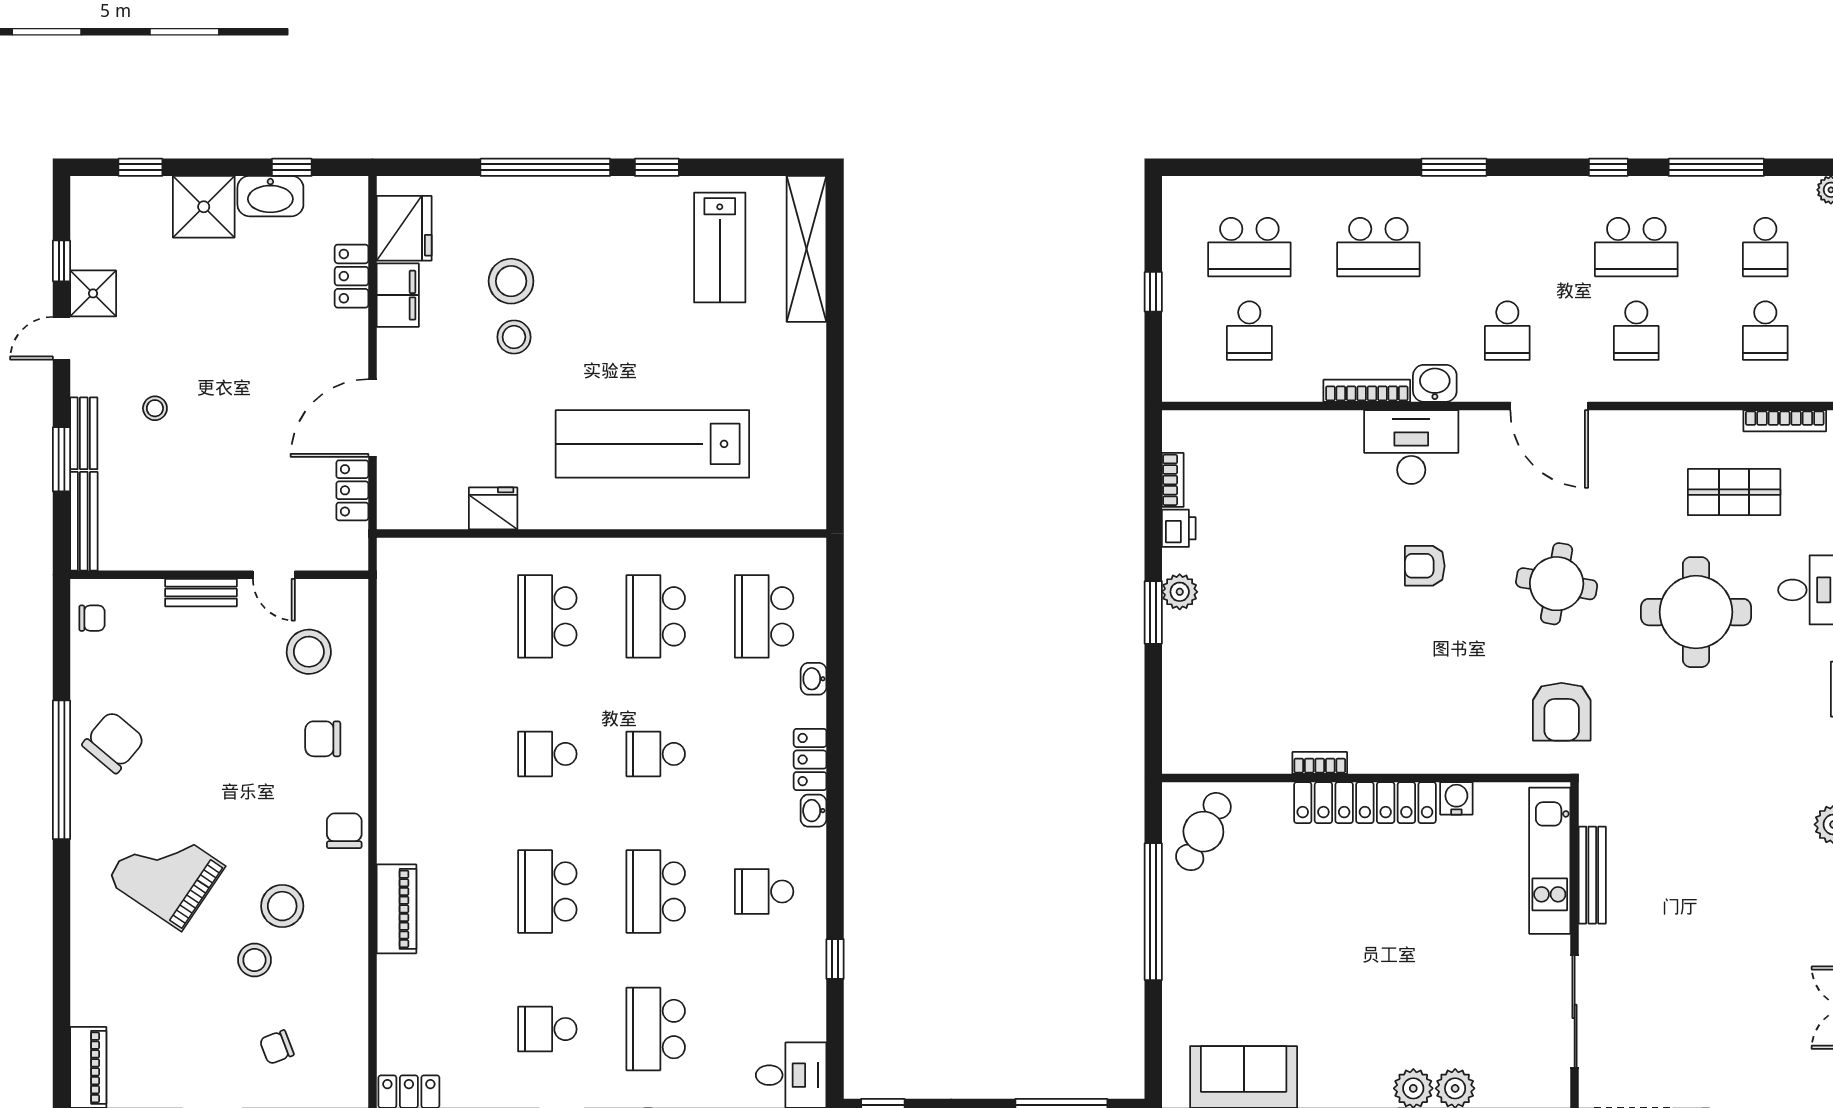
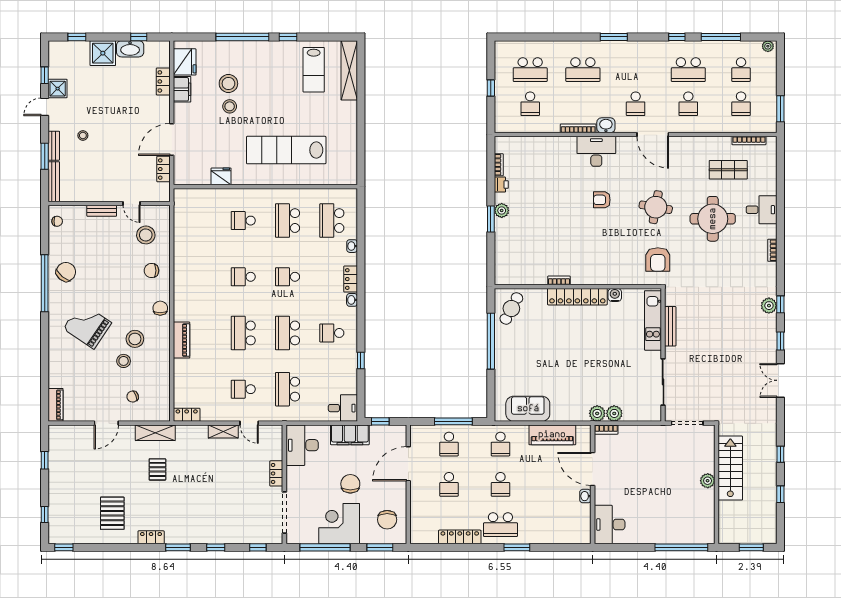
school desk: (547, 616) -> (243, 221), width x0.54

